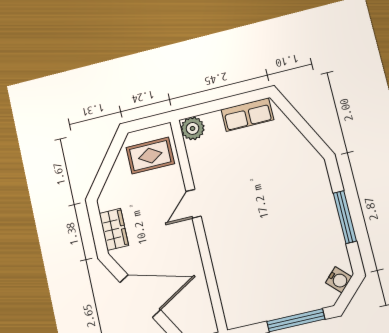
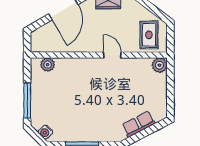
row of seats: (247, 115) -> (139, 124), moved, turned 63
plant: (232, 301) -> (48, 65), added

